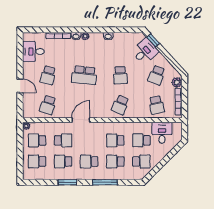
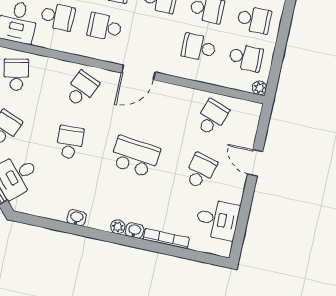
door: (81, 120) -> (138, 72), moved
school desk: (115, 140) -> (105, 27), turned 180

